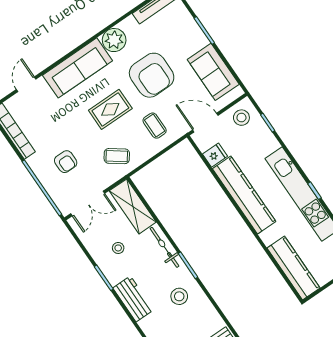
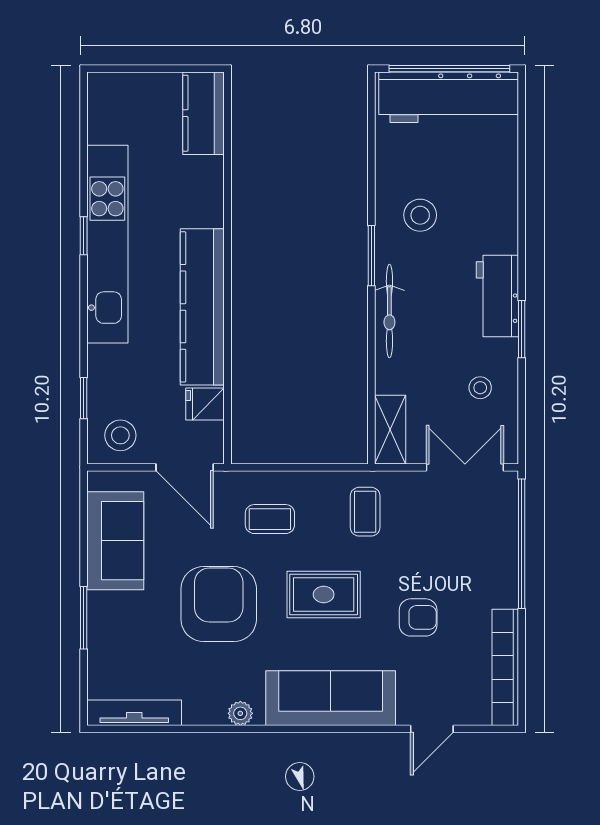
plant: (114, 40) -> (240, 713), width x0.53, depth x0.53
coffee table: (155, 126) -> (270, 519), turned 90
coffee table: (117, 156) -> (365, 512), turned 54
armchair: (66, 162) -> (418, 617), moved, turned 90
shelving: (133, 206) -> (390, 430), width x0.67, depth x0.75
stool: (118, 248) -> (480, 388), moved
kitchen counter: (293, 268) -> (204, 113), width x0.67
workbench: (133, 299) -> (497, 296), moved

